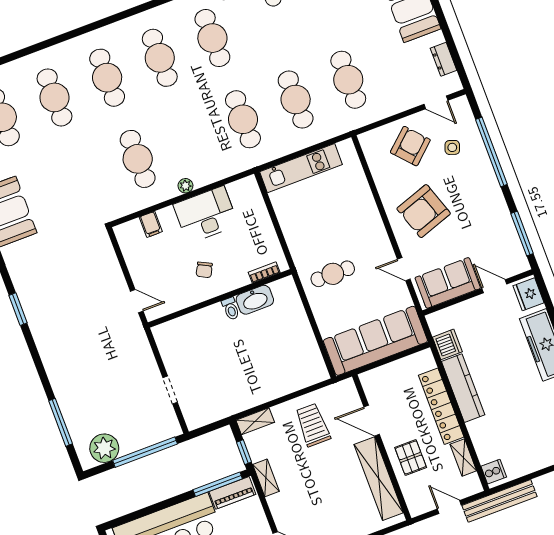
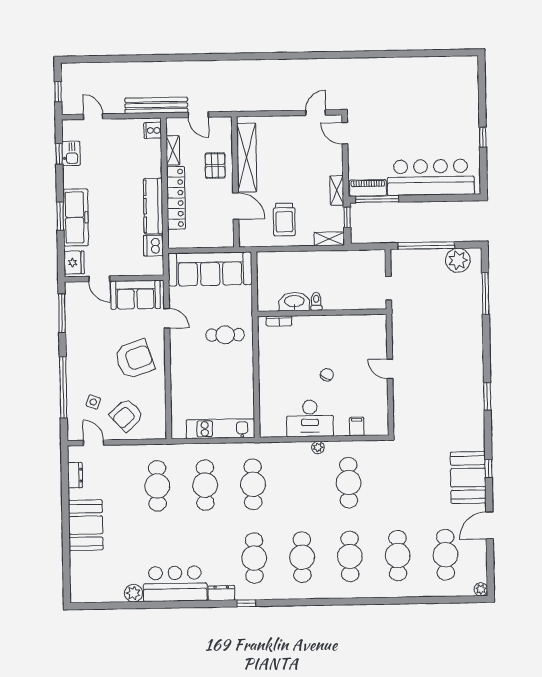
bookcase: (264, 272) -> (279, 321), moved
wall: (220, 298) -> (322, 313), moved
washbasin: (255, 300) -> (294, 302), moved
toilet: (231, 309) -> (316, 301), moved

